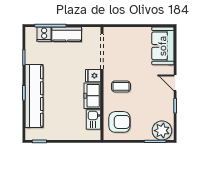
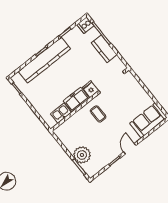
cooker: (44, 34) -> (85, 25), moved
armchair: (119, 122) -> (73, 132), removed
plant: (162, 131) -> (82, 155), moved

